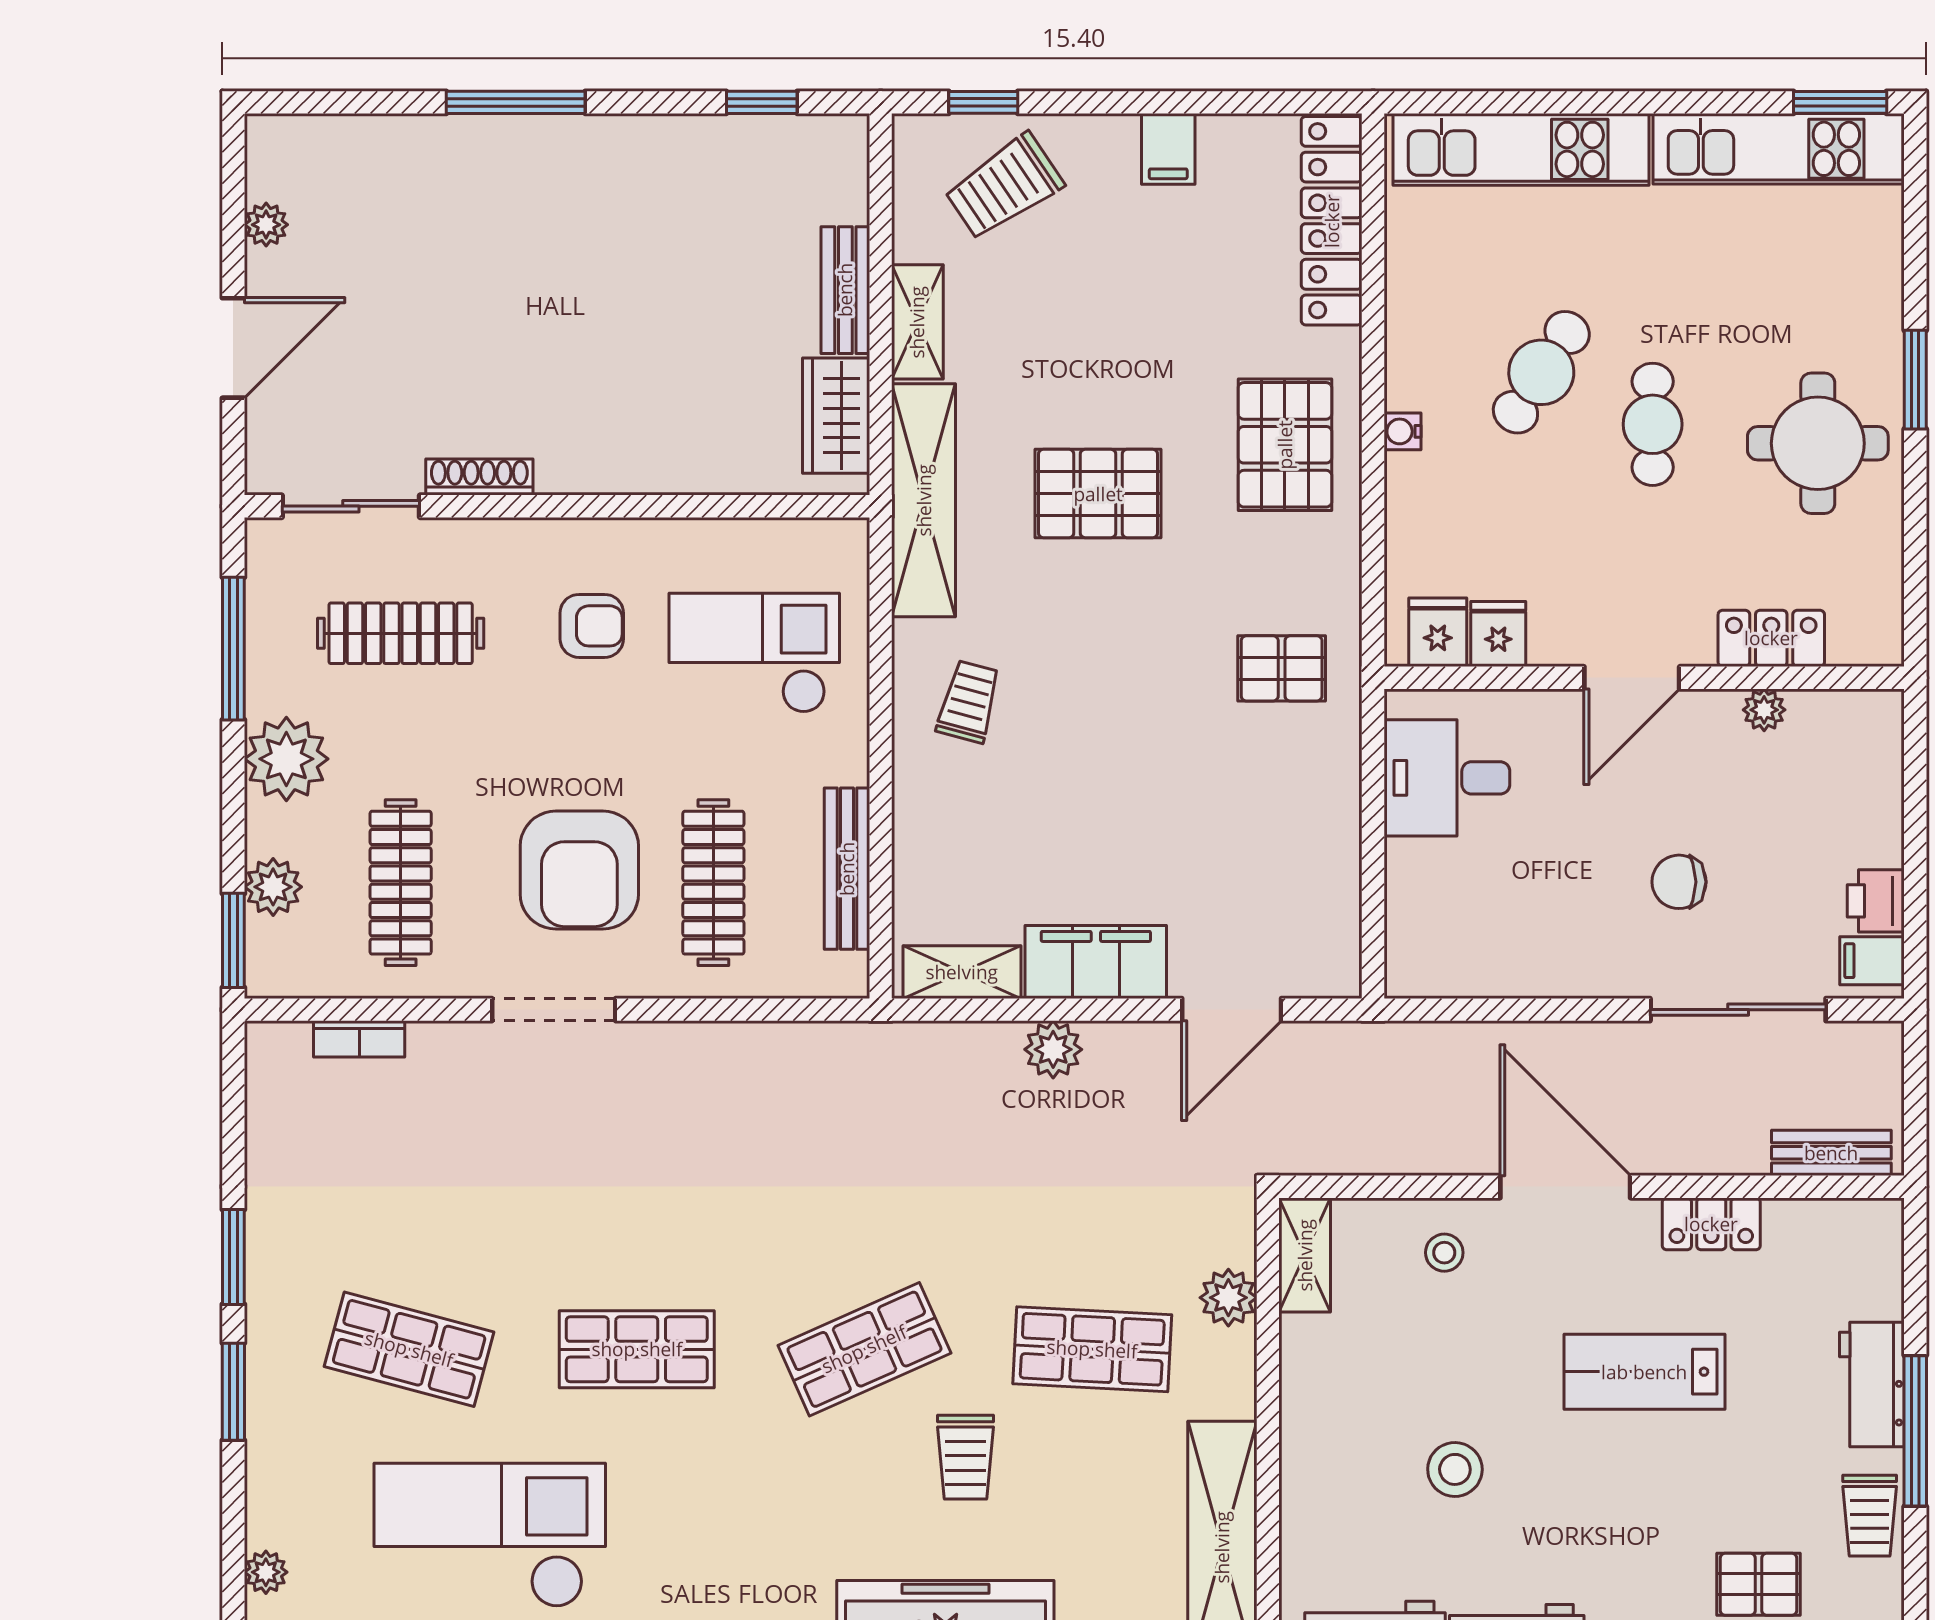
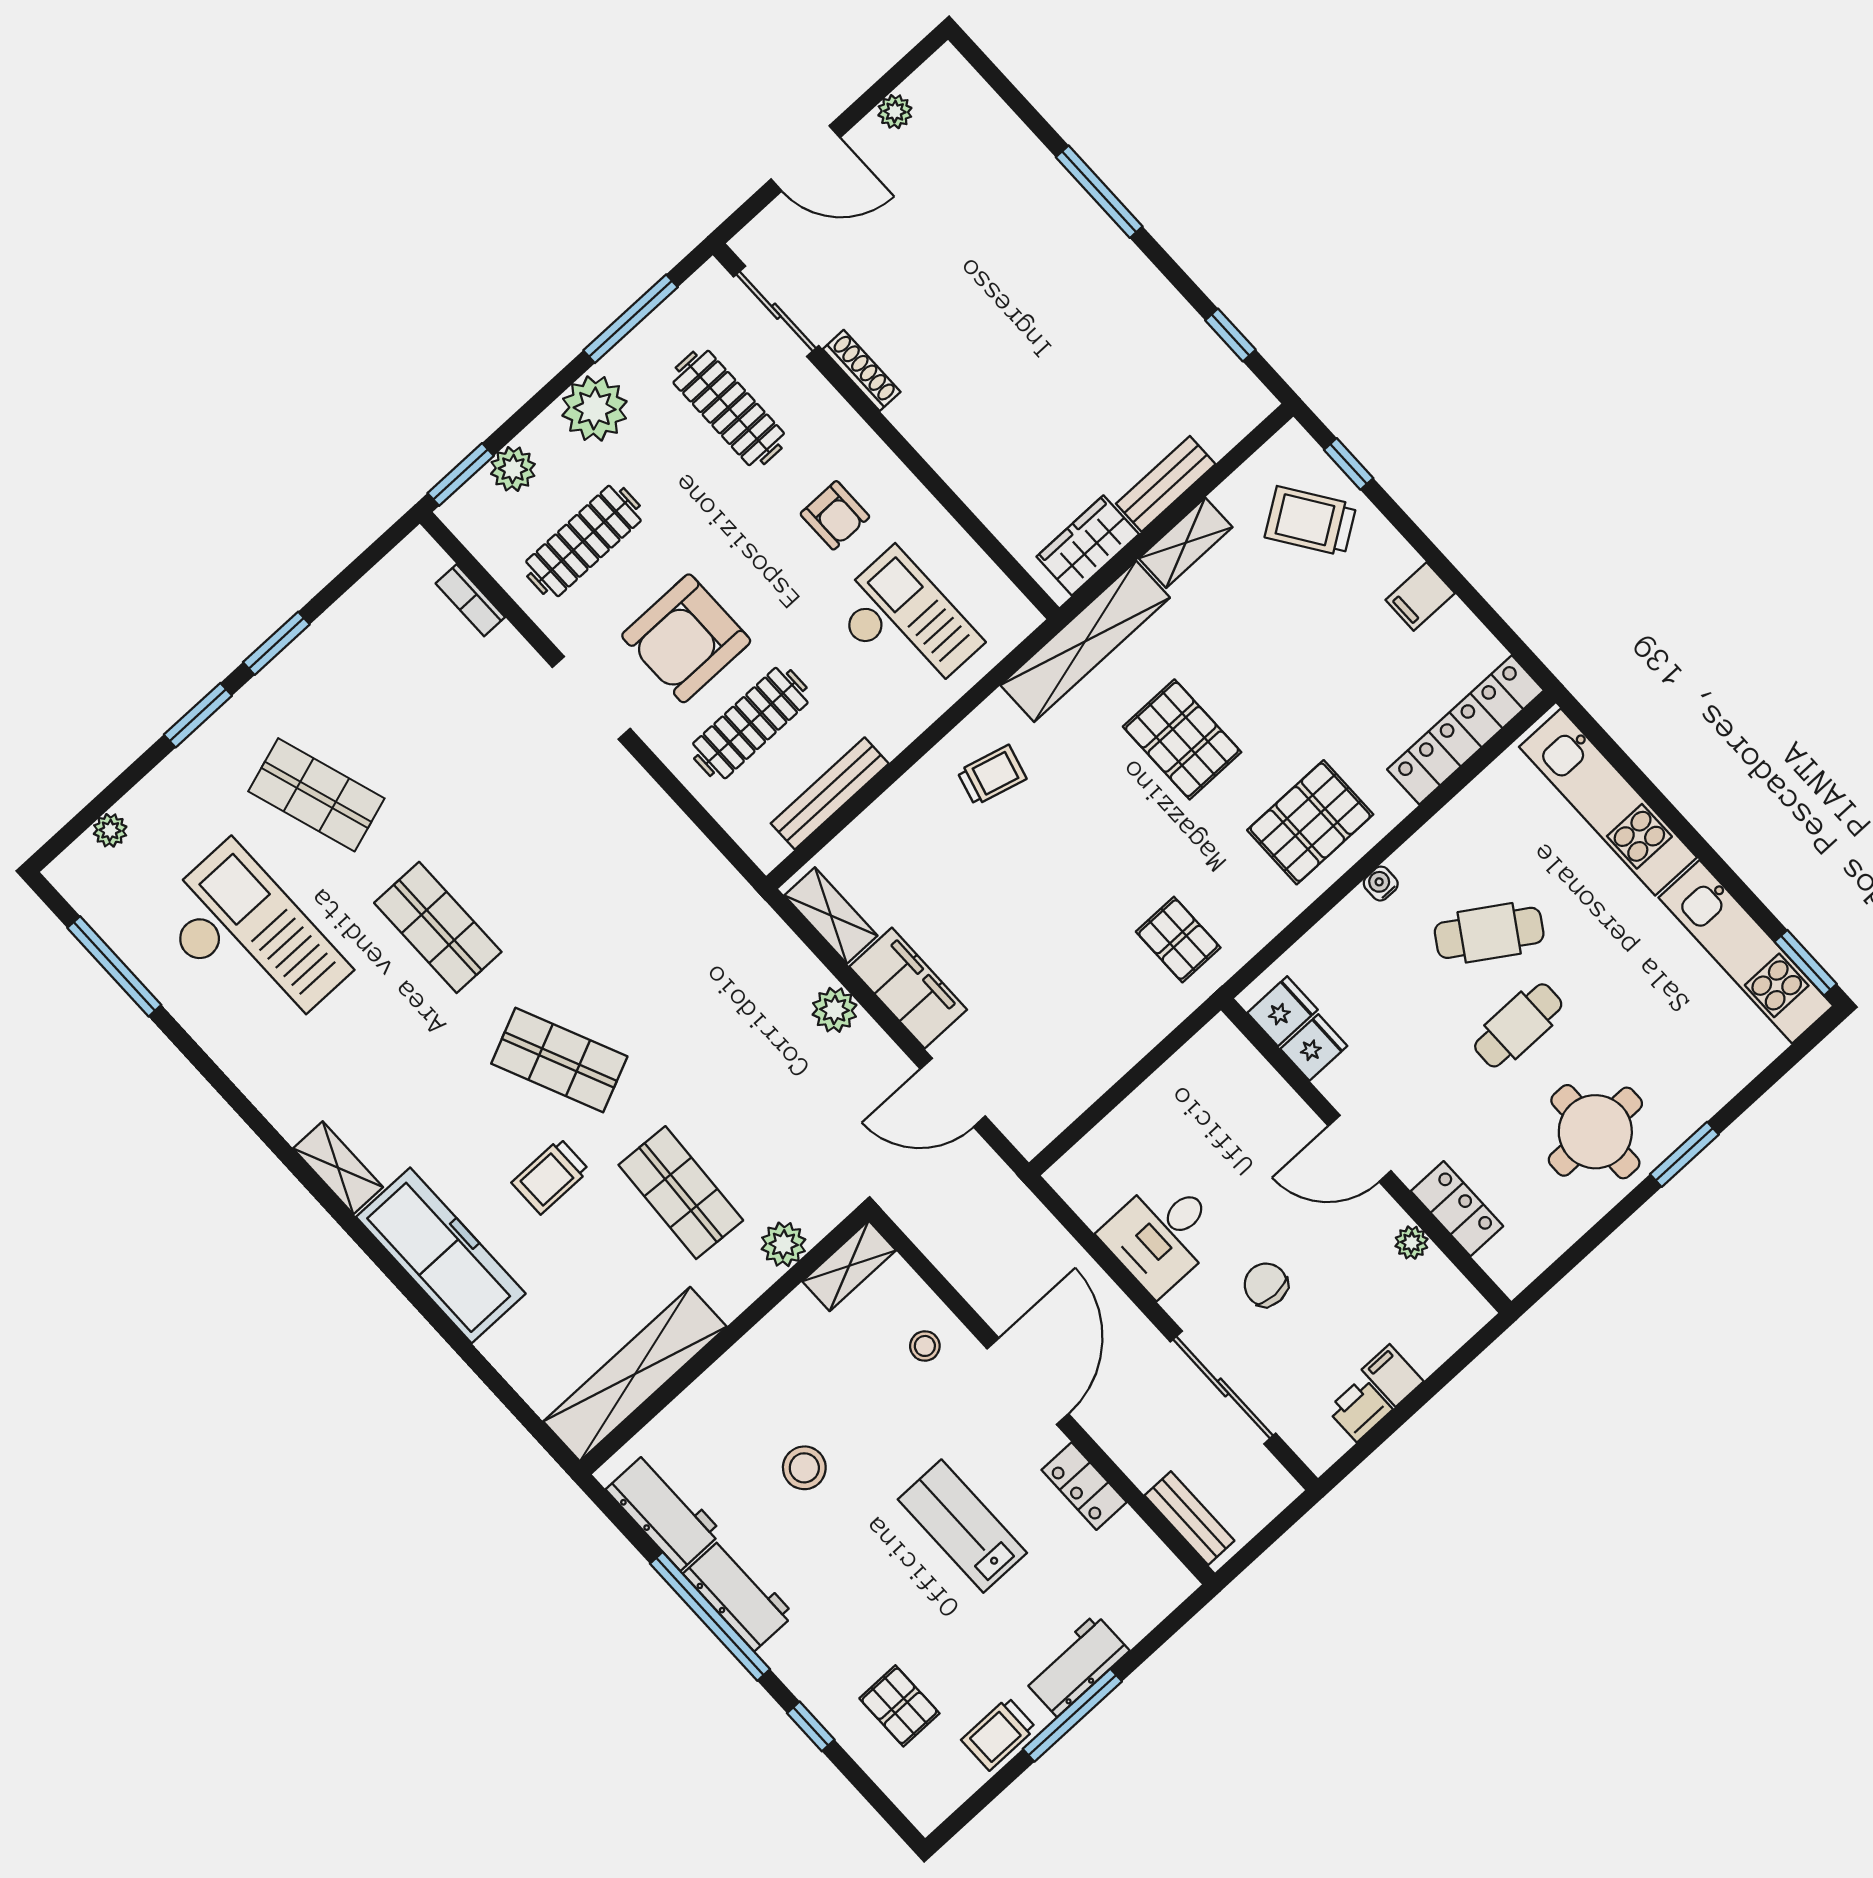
desk: (1447, 778) -> (1162, 1234), moved, turned -90
filing cabinet: (1872, 961) -> (1393, 1375), moved
shop shelf: (409, 1349) -> (316, 795), turned -33

